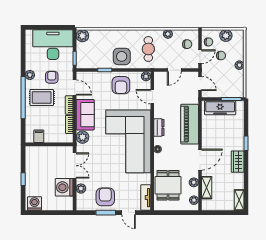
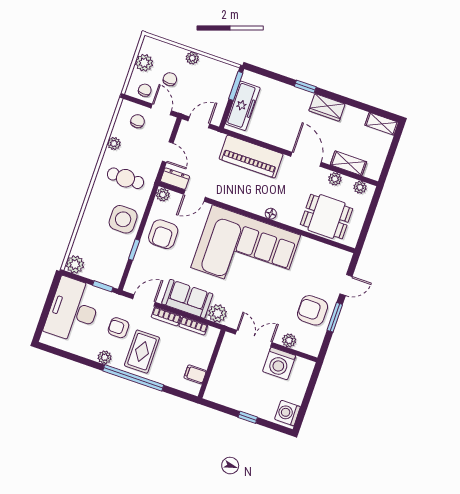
armchair: (121, 85) -> (163, 234), turned 90
dresser: (159, 128) -> (175, 179), moved
tv unit: (146, 198) -> (333, 254), removed

